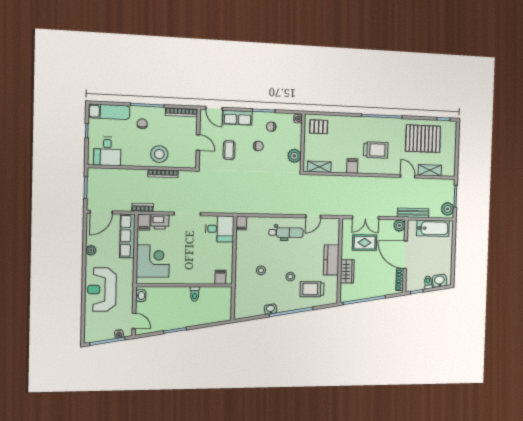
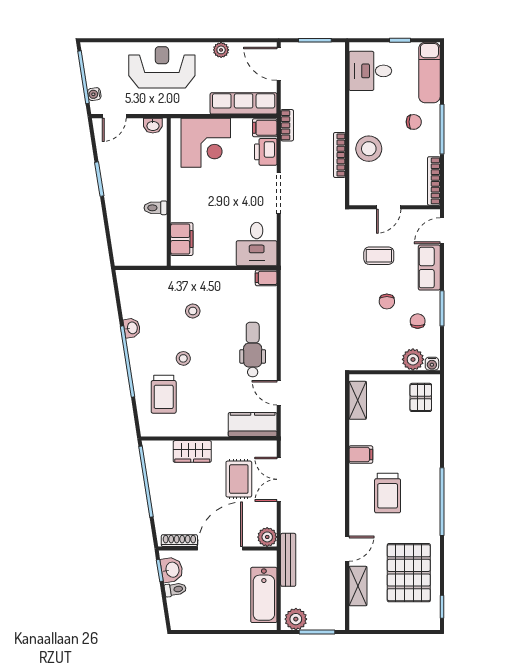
plant: (294, 156) -> (413, 359), moved
dental chair: (286, 233) -> (253, 350), turned 180
kitchen counter: (331, 260) -> (253, 425), moved
filing cabinet: (220, 277) -> (182, 239), width x2.00
washbasin: (440, 281) -> (172, 570), moved
trolley: (312, 289) -> (164, 394), turned 180

